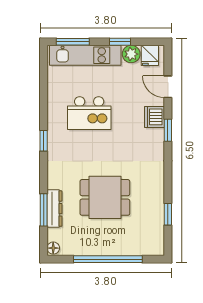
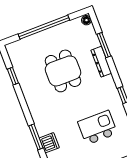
window: (168, 130) -> (36, 137), width x1.50
dining table: (105, 197) -> (63, 71), turned 90
dresser: (54, 209) -> (101, 62), moved

